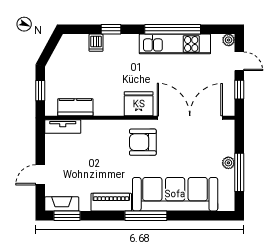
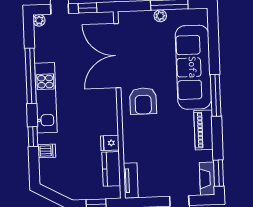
kitchen unit: (175, 44) -> (46, 98), moved
fridge: (139, 104) -> (110, 143), moved, width x0.53, depth x0.75

